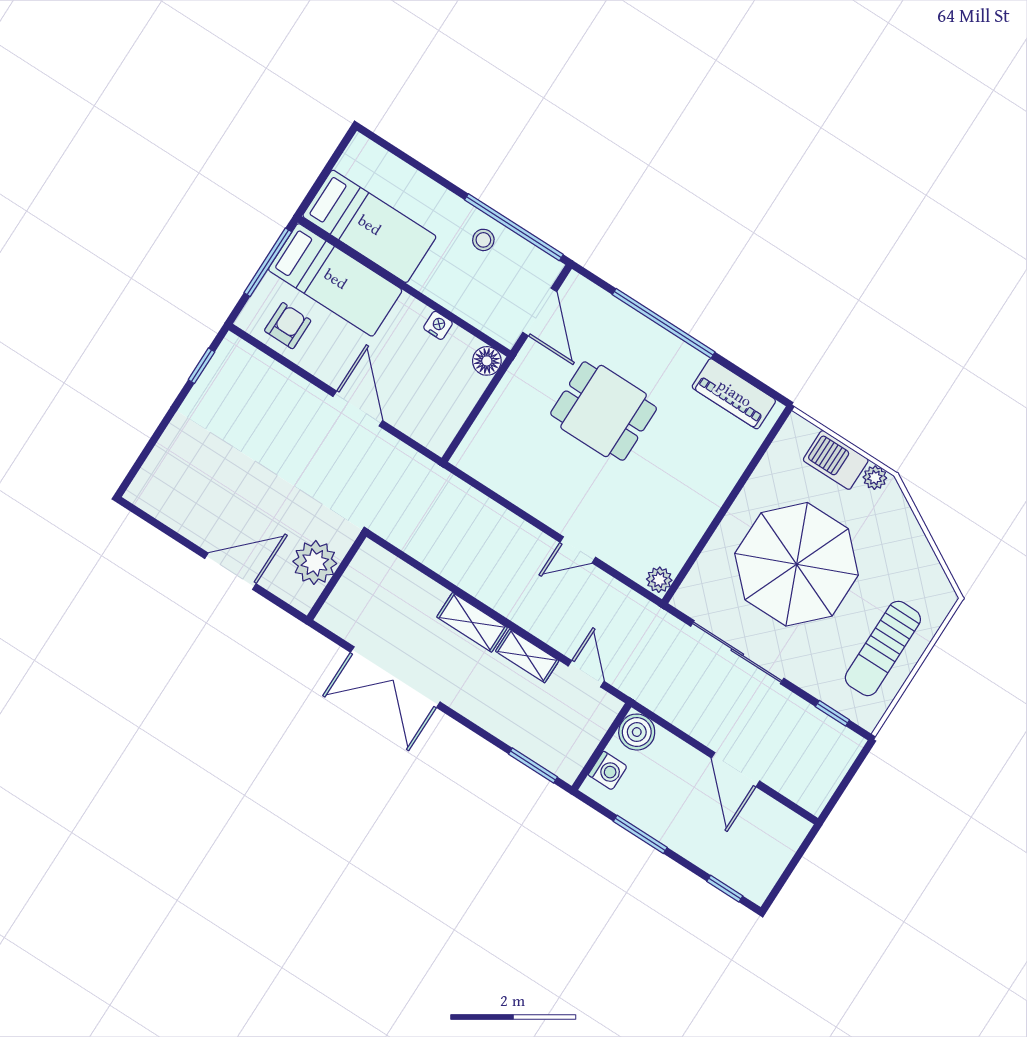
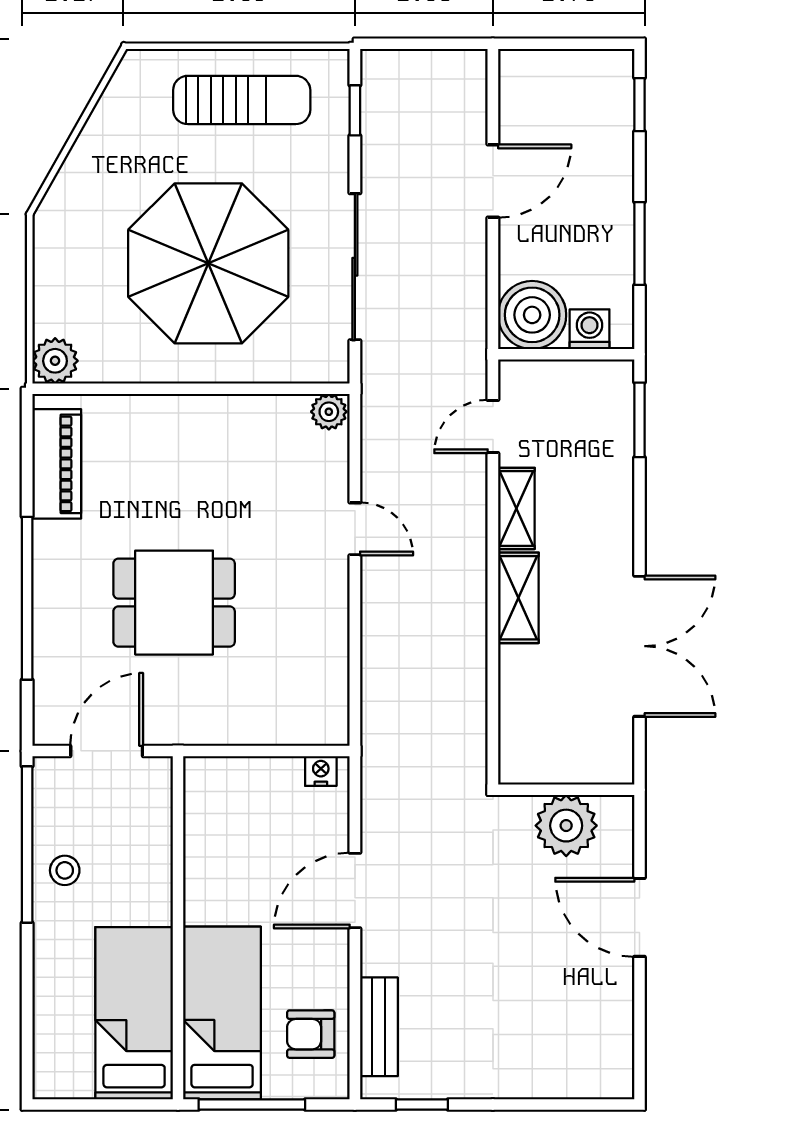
nightstand: (438, 325) -> (321, 771), moved, turned 90
floor lamp: (487, 361) -> (203, 776), removed
bench: (266, 370) -> (379, 1027), added
dining table: (604, 411) -> (174, 603), turned 90
barbecue: (836, 460) -> (58, 296), removed
plant: (875, 478) -> (55, 361), moved, width x1.38, depth x1.38
boiler: (637, 732) -> (532, 315), width x1.37, depth x1.37

